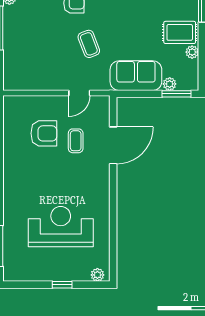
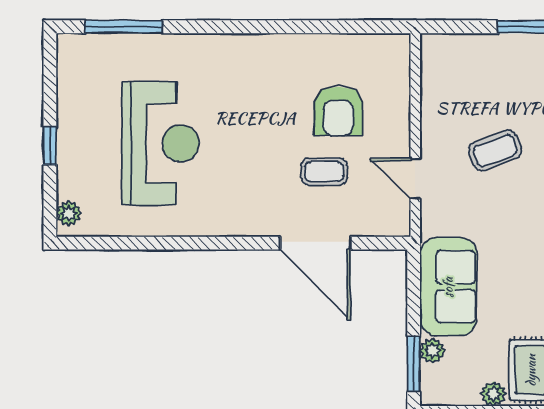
coffee table: (89, 44) -> (495, 150), moved

